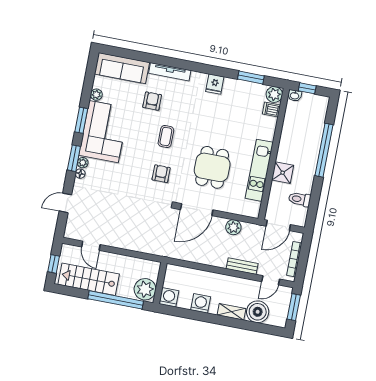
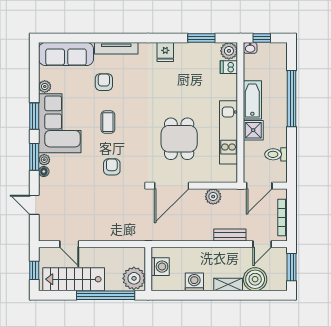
coffee table: (166, 137) -> (108, 122), moved
bathtub: (287, 144) -> (252, 100), added
armchair: (161, 174) -> (112, 167), moved
door: (65, 203) -> (34, 205), hinge flipped
washing machine: (169, 297) -> (160, 267), moved, turned 90

